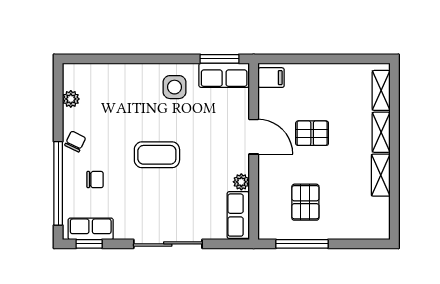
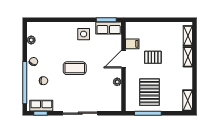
filing cabinet: (271, 78) -> (132, 44), moved
door: (254, 137) -> (123, 59), swing flipped
shelving: (381, 175) -> (188, 100), moved
pallet: (305, 202) -> (150, 92), width x1.50, depth x1.42
row of seats: (238, 215) -> (116, 99), removed

